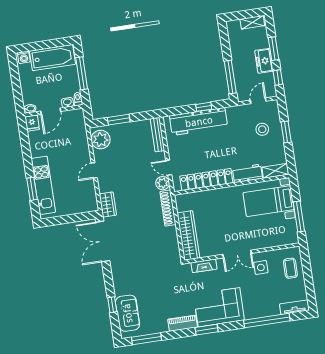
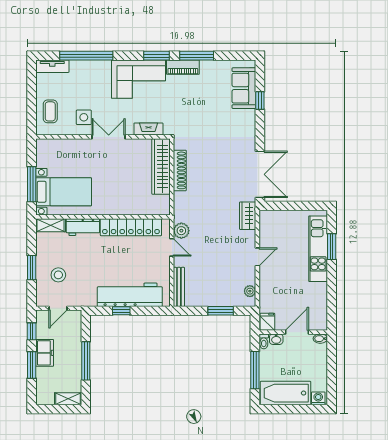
shelving: (252, 22) -> (68, 399), moved
window: (230, 77) -> (86, 361), moved
fridge: (32, 123) -> (267, 322), moved
plant: (101, 140) -> (250, 291), width x0.53, depth x0.53
shoe rack: (168, 208) -> (180, 170), moved
window: (299, 217) -> (32, 184), moved
window: (147, 339) -> (197, 56), moved

